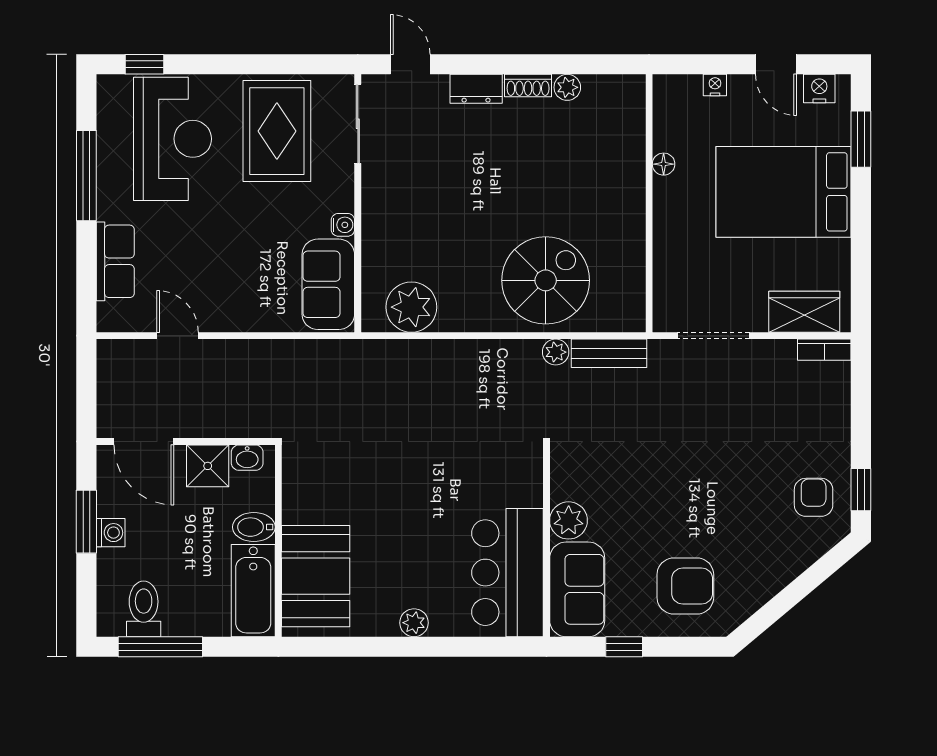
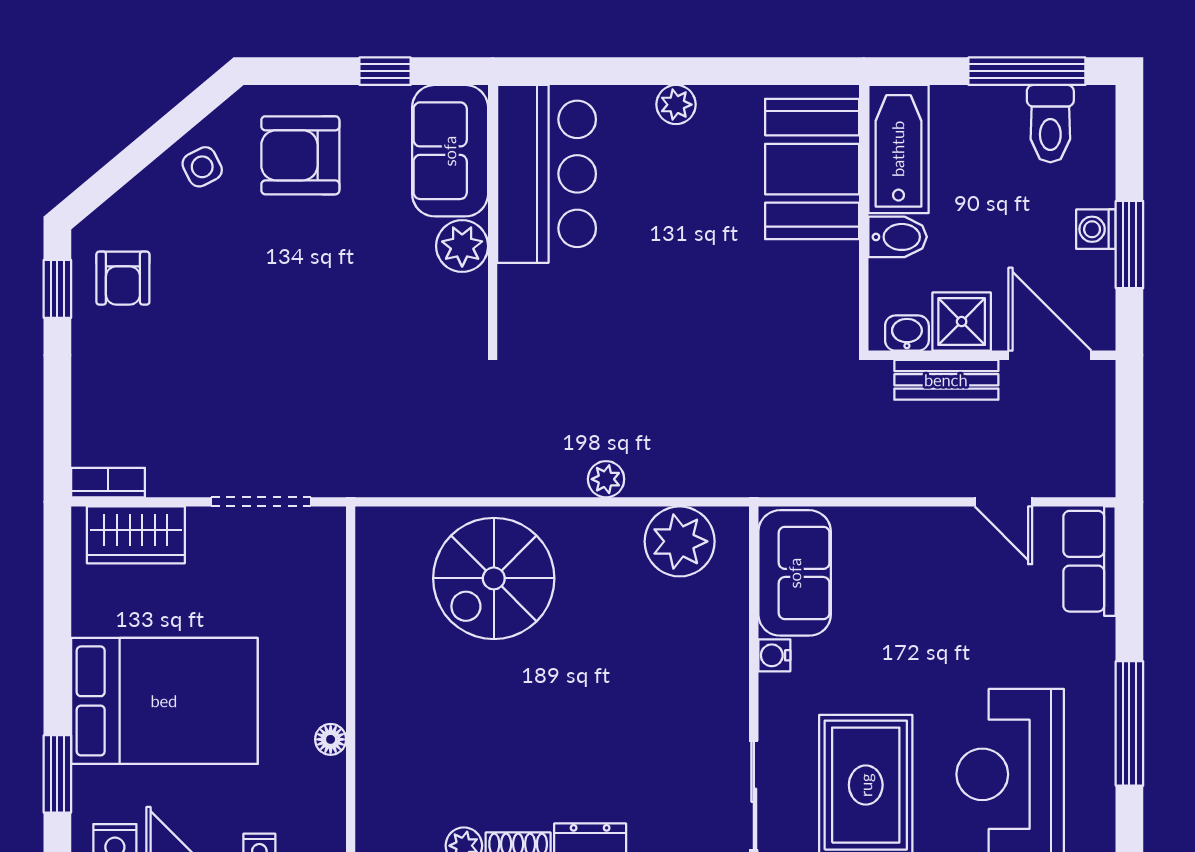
row of seats: (115, 261) -> (1090, 561), moved
plant: (556, 352) -> (606, 479), moved
bench: (609, 353) -> (946, 380), moved
side table: (756, 578) -> (202, 167), added

